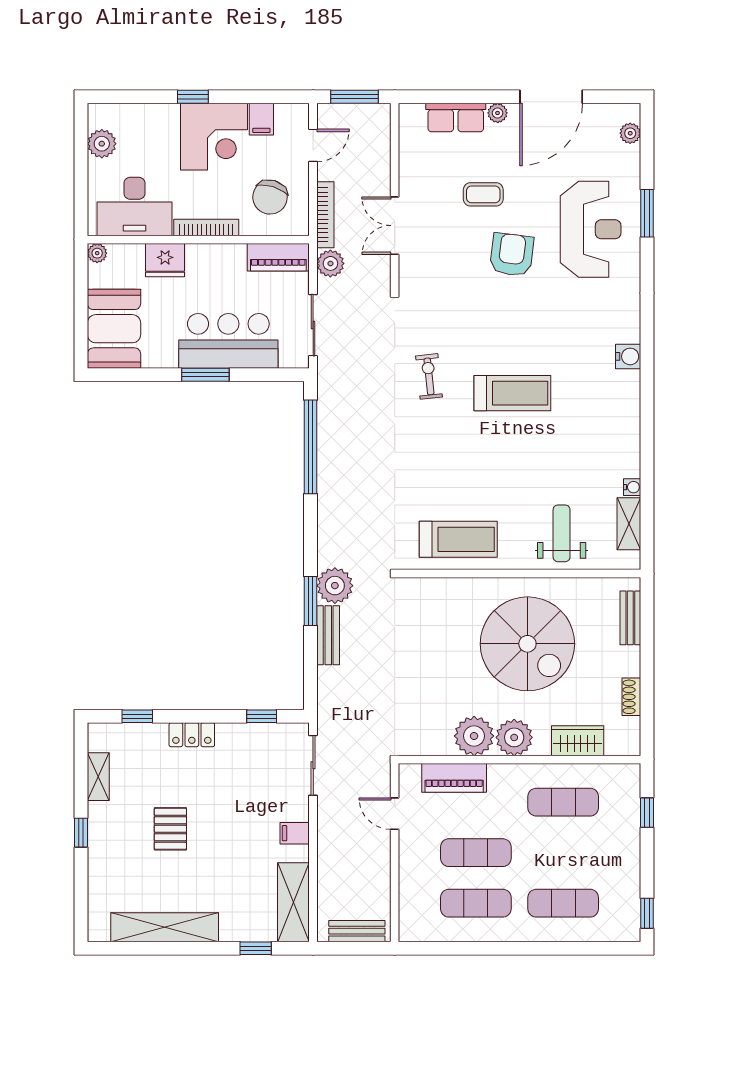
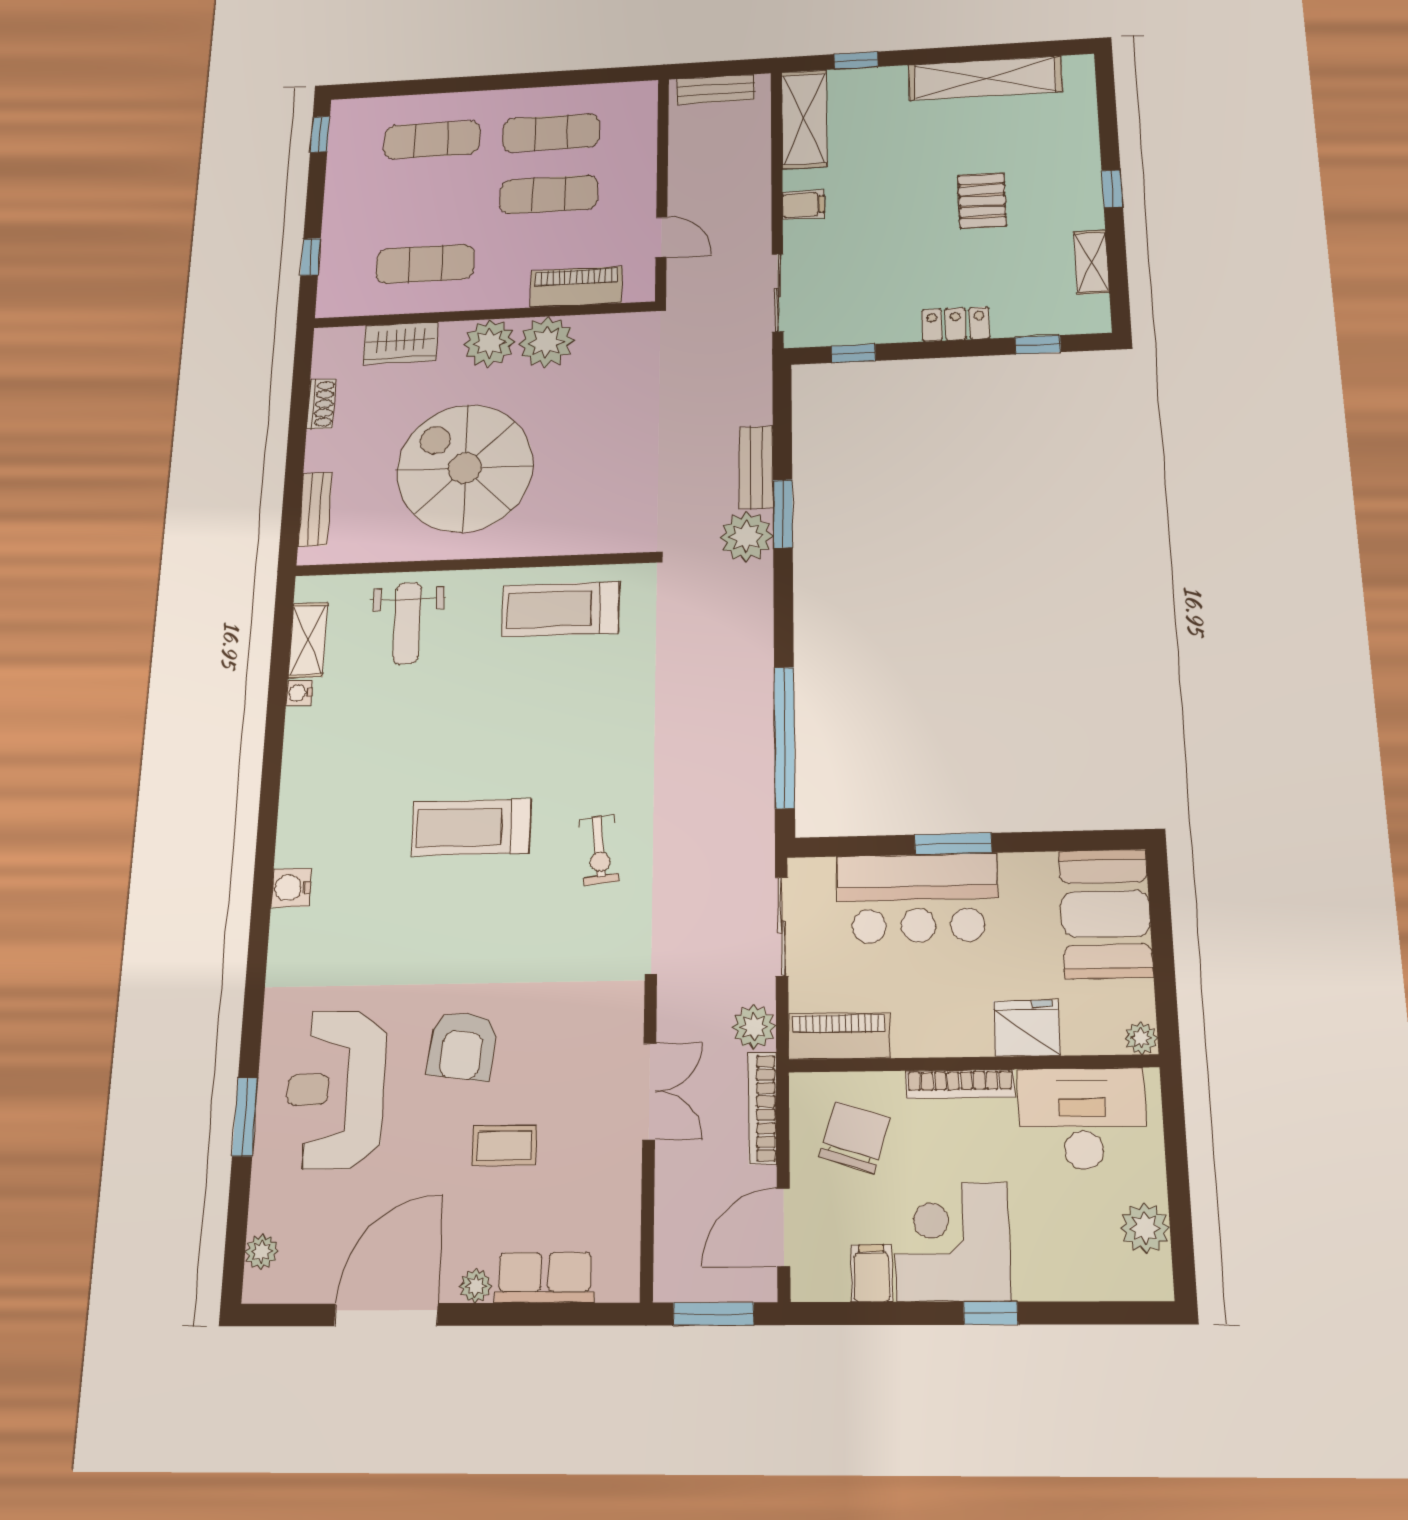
door: (313, 145) -> (784, 1227), width x1.38

